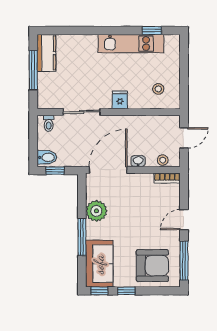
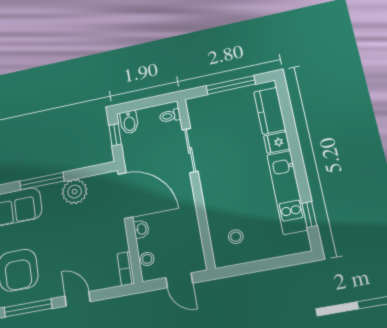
kitchen counter: (46, 53) -> (270, 111), moved, turned 90
fridge: (120, 100) -> (277, 142), moved, turned 180

